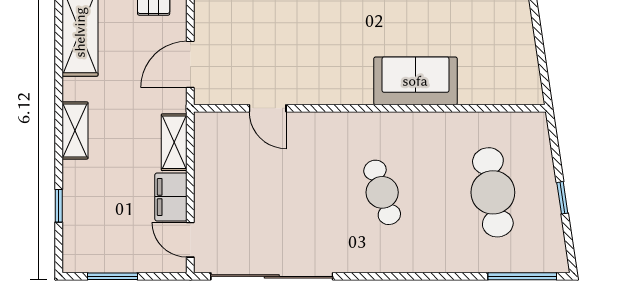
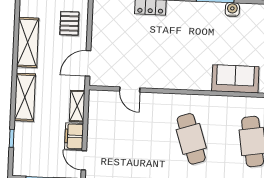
sofa: (415, 81) -> (235, 79), moved
shelving: (75, 130) -> (25, 97), width x1.50, depth x1.33
cafe table: (382, 192) -> (191, 139), width x1.37, depth x1.35

